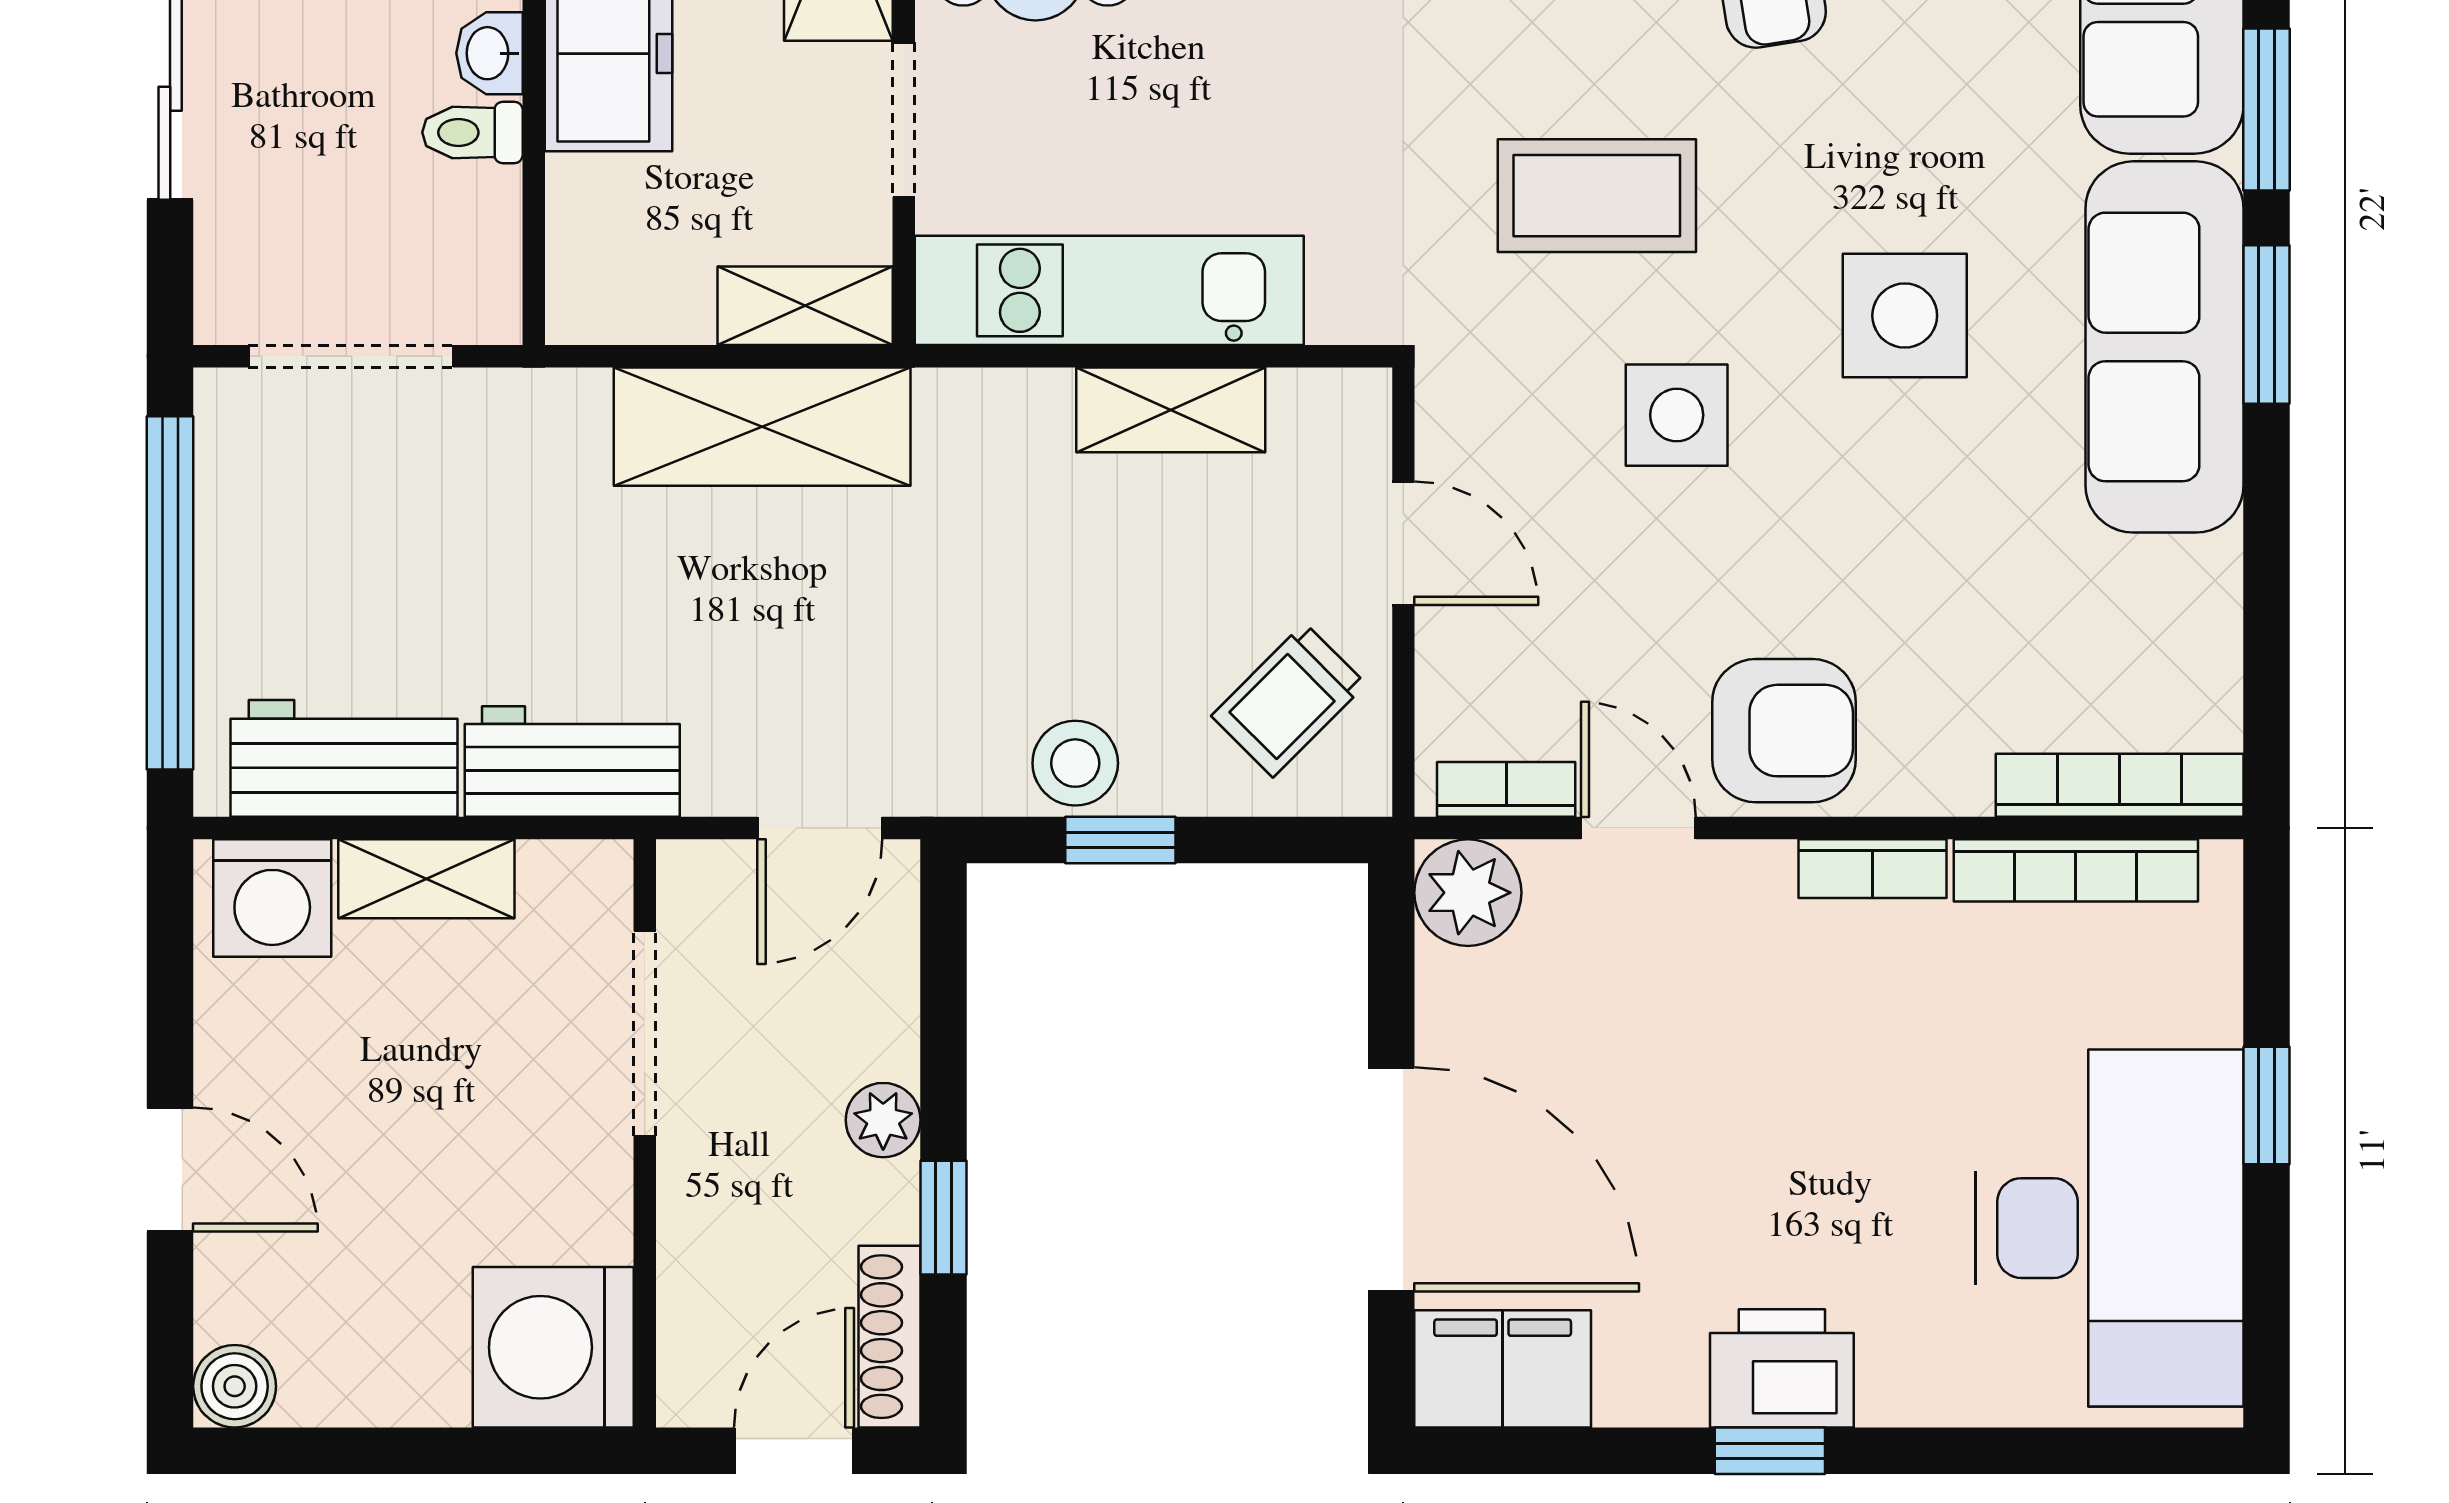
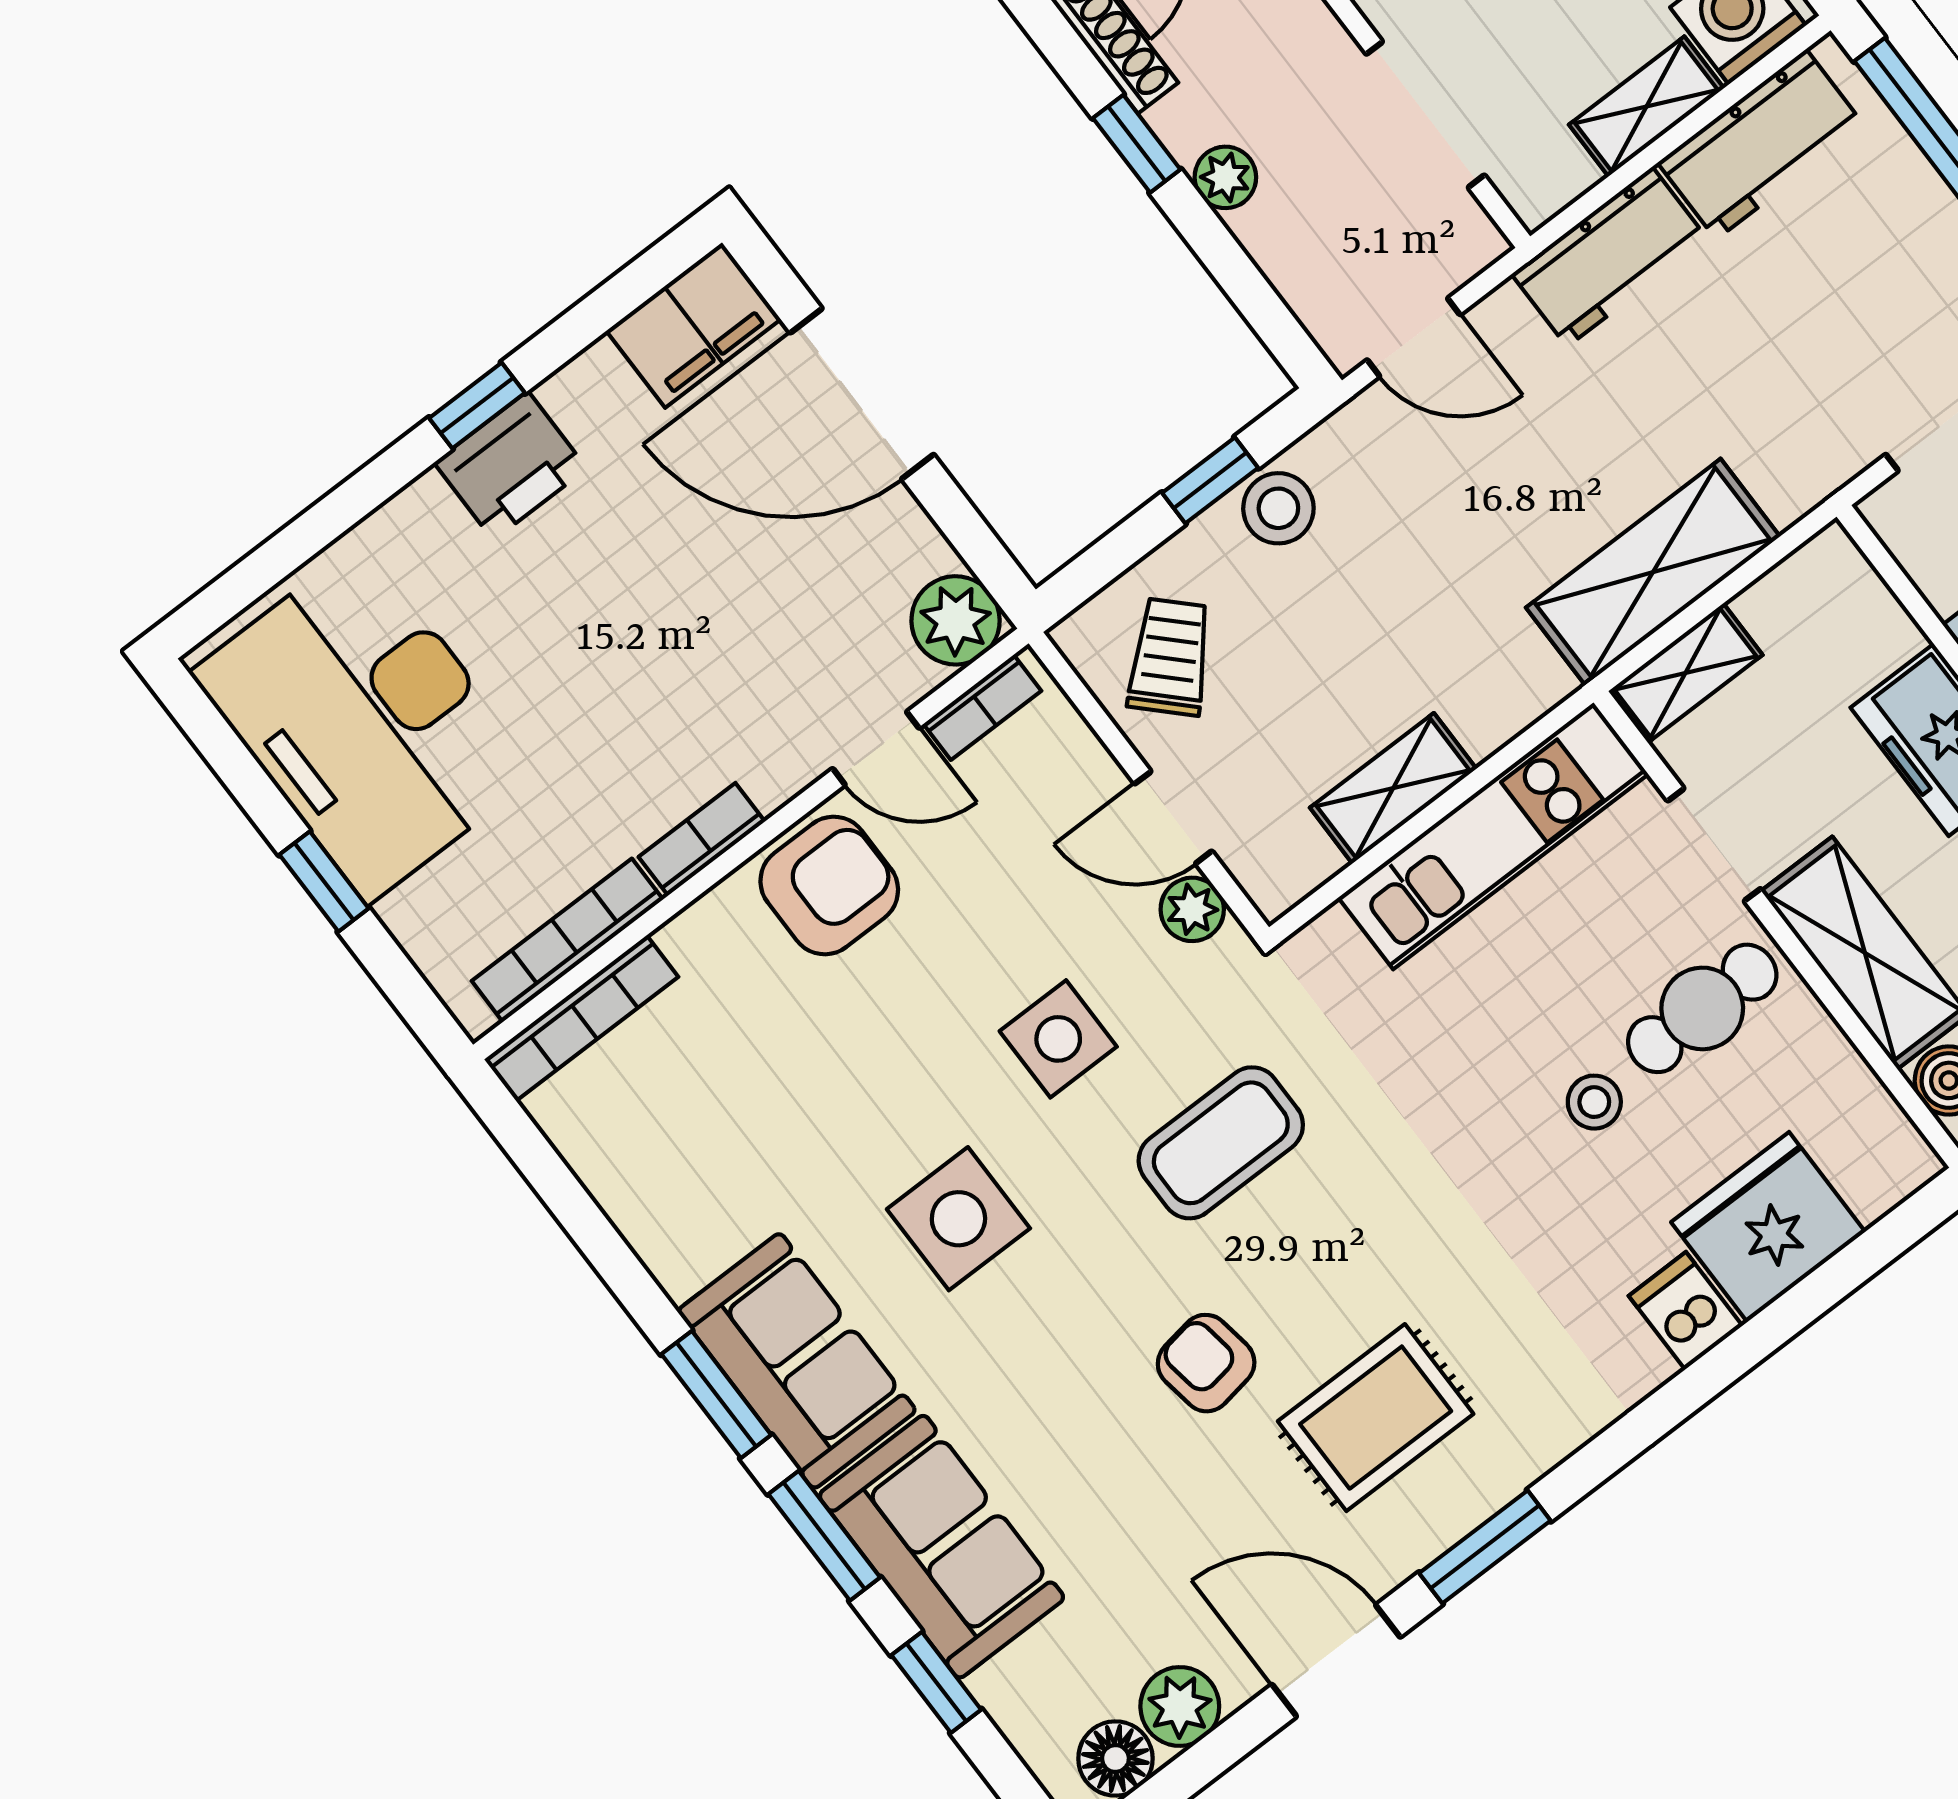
sofa: (2164, 347) -> (797, 1361), width x0.73
plant: (1453, 441) -> (1192, 909), added
armchair: (1784, 731) -> (829, 886), turned 180
door: (820, 828) -> (1414, 337), swing flipped

